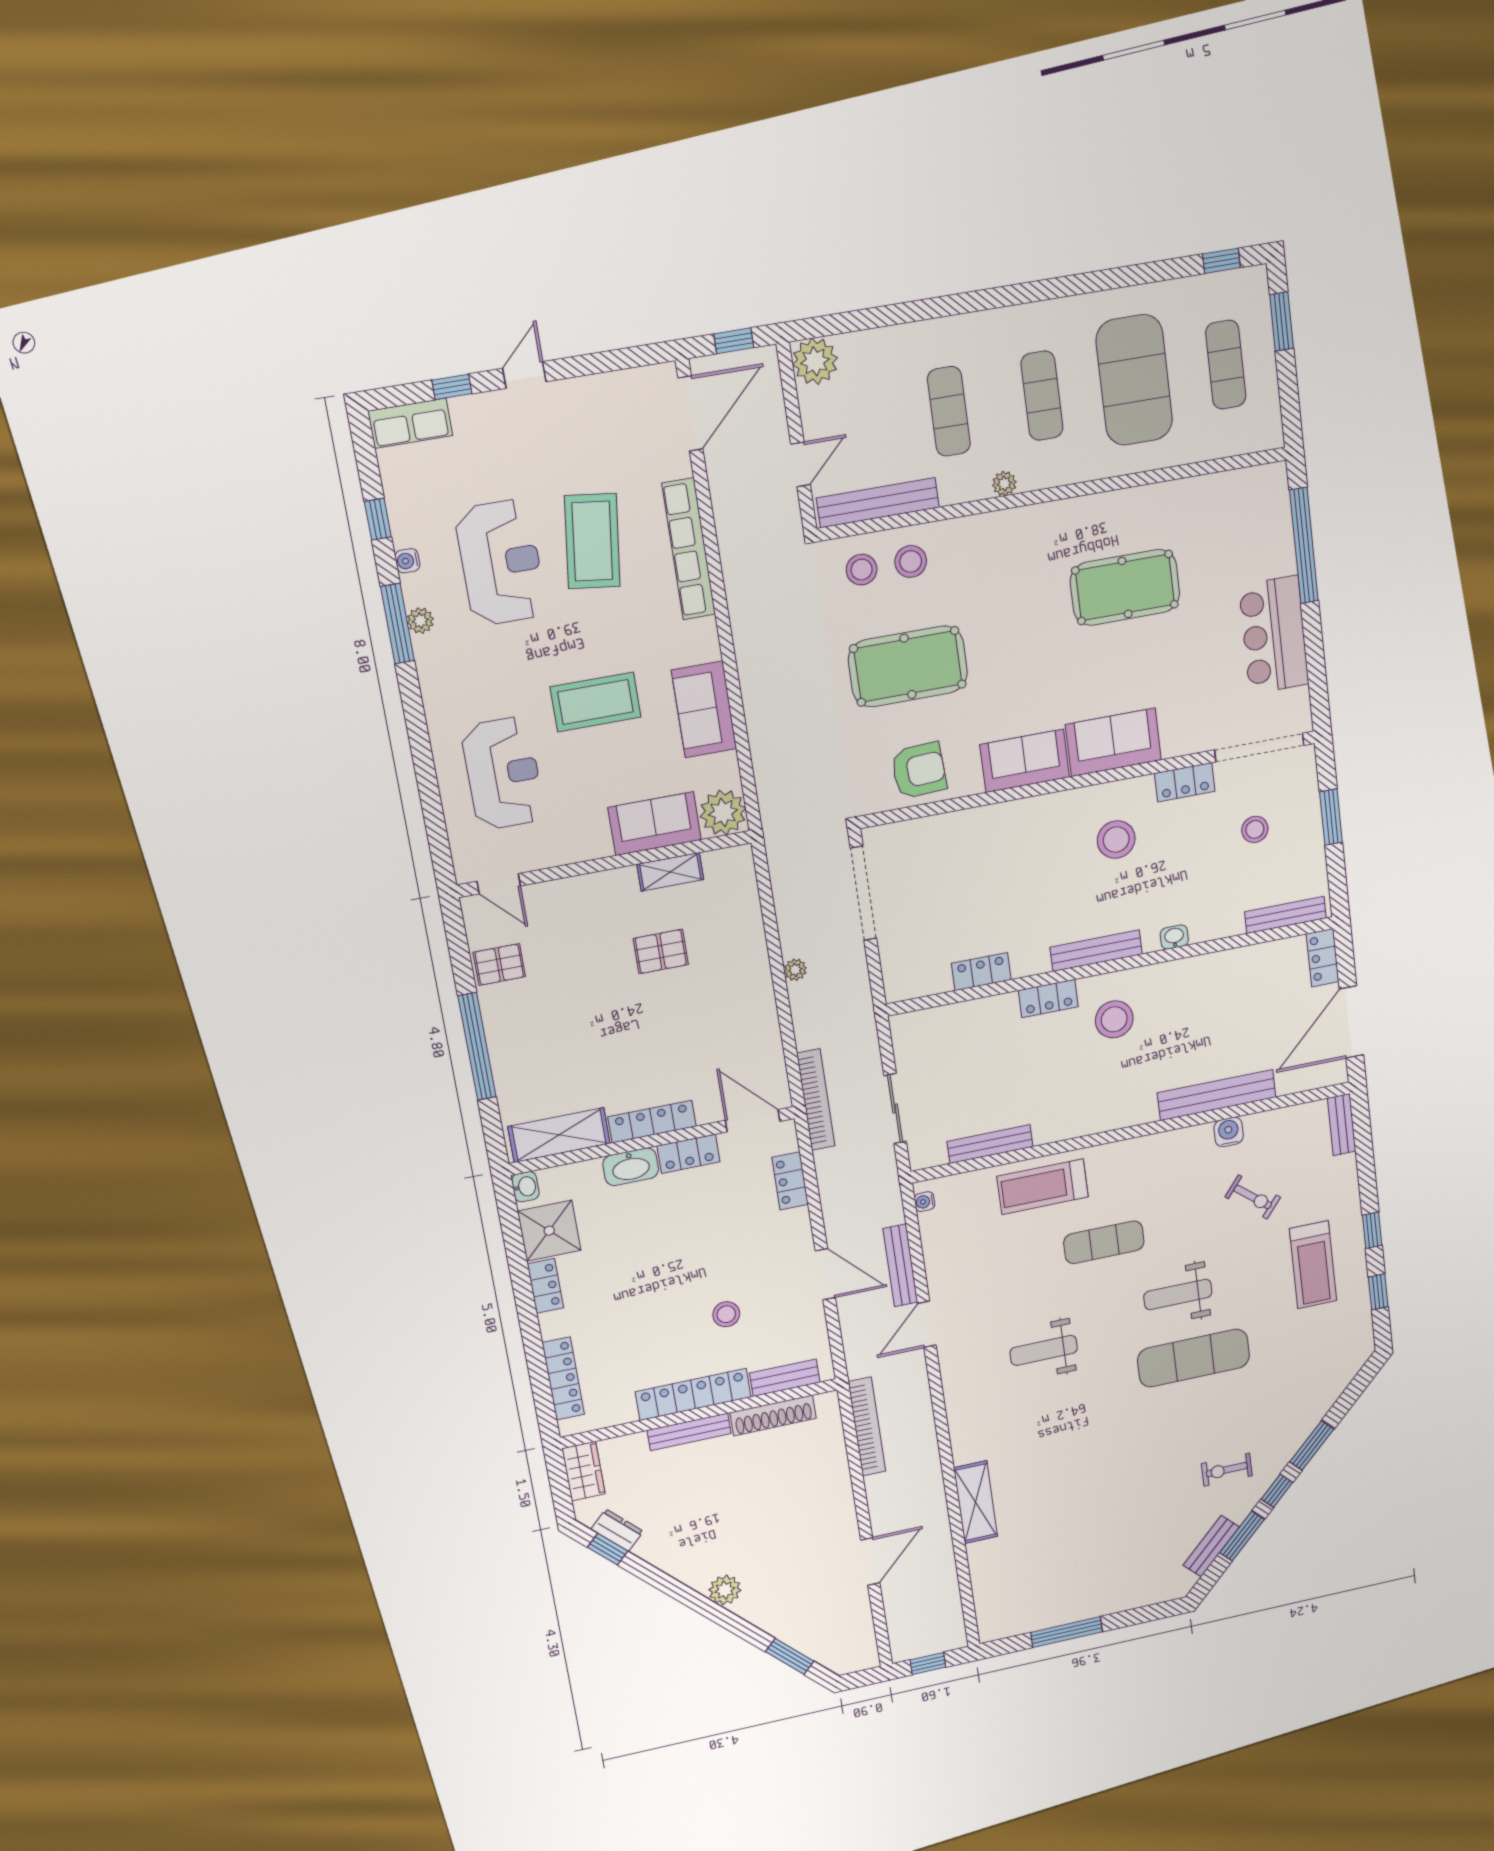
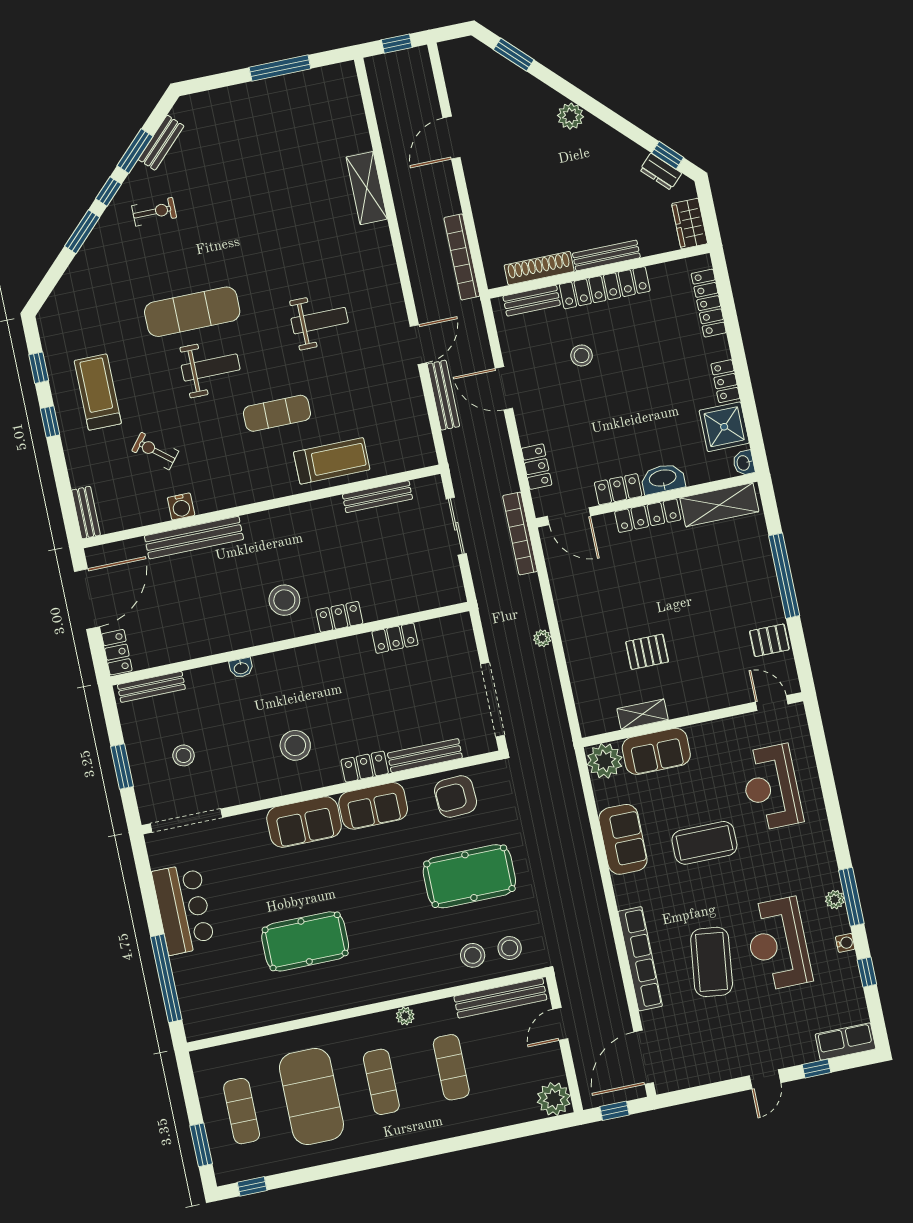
locker: (1185, 782) -> (365, 767), moved
bench: (1096, 951) -> (425, 756), moved
water cooler: (924, 1202) -> (427, 449), removed

